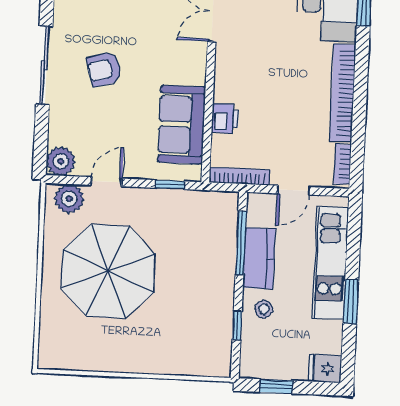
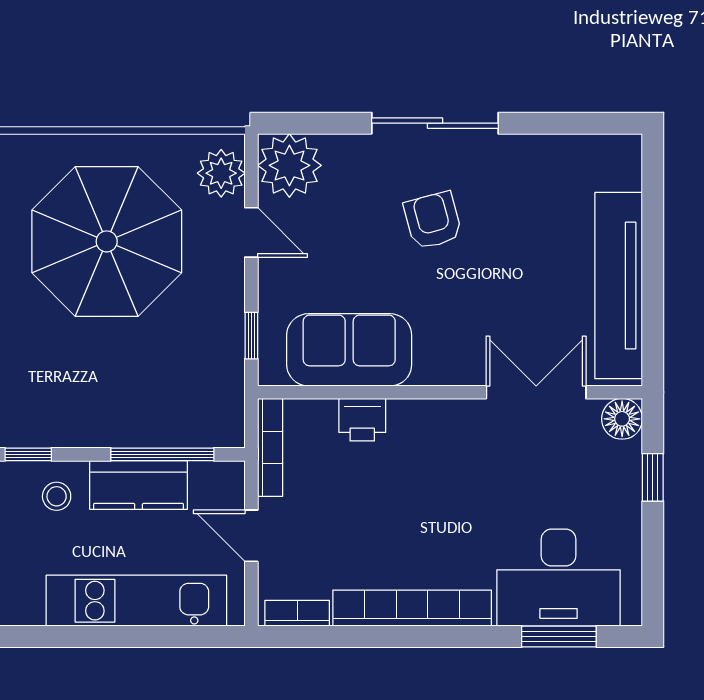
plant: (61, 161) -> (289, 165), width x1.36, depth x1.36
window: (351, 301) -> (75, 636), removed

